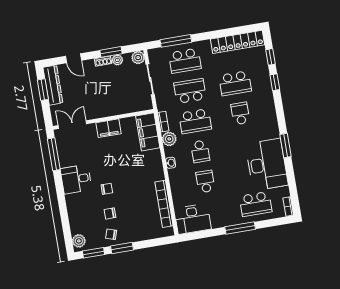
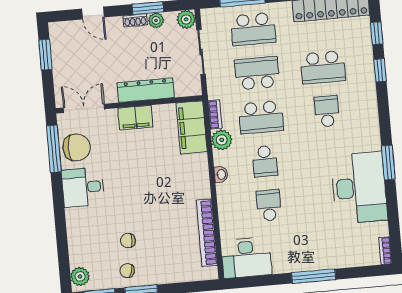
dresser: (53, 85) -> (146, 90), moved, turned -90
chair: (107, 189) -> (77, 147), moved, width x1.87, depth x1.87
school desk: (256, 204) -> (339, 243), removed

